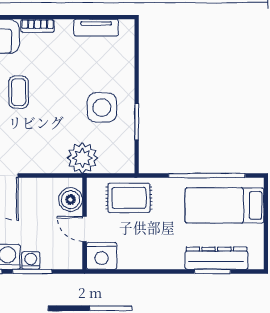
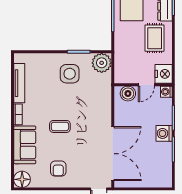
tv unit: (96, 28) -> (19, 83), width x1.41
plant: (82, 158) -> (102, 63), moved
rug: (129, 198) -> (155, 38), moved
washing machine: (31, 260) -> (166, 92), moved

